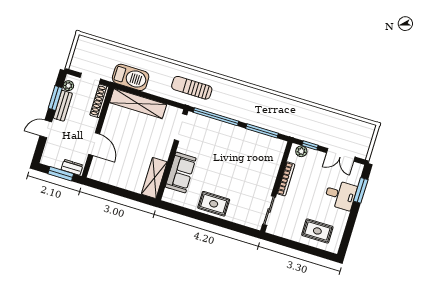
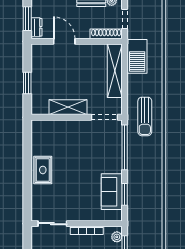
sun lounger: (192, 88) -> (145, 116), turned 180
window: (262, 131) -> (125, 194), width x0.69
door: (94, 144) -> (64, 41), swing flipped
sofa: (181, 172) -> (112, 192), moved, turned 90
shelving: (154, 178) -> (68, 107), moved
window: (124, 193) -> (27, 83), added

